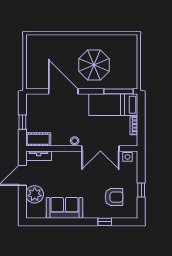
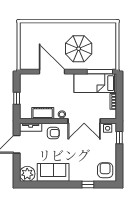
cot: (38, 139) -> (43, 113), moved
armchair: (65, 162) -> (53, 133), added
window: (141, 190) -> (119, 138), moved
plant: (35, 194) -> (27, 174), moved
armchair: (114, 197) -> (105, 170), moved, turned -90

